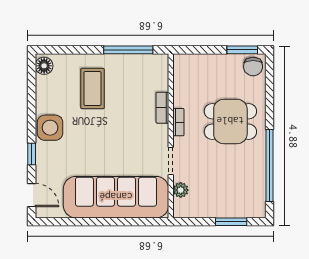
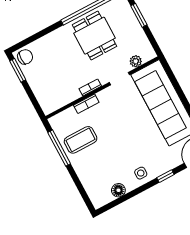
floor lamp: (44, 66) -> (118, 190), moved
coffee table: (92, 89) -> (81, 140), moved
dining table: (230, 121) -> (95, 36), moved
side table: (50, 128) -> (141, 173), width x0.54, depth x0.54

